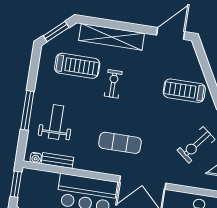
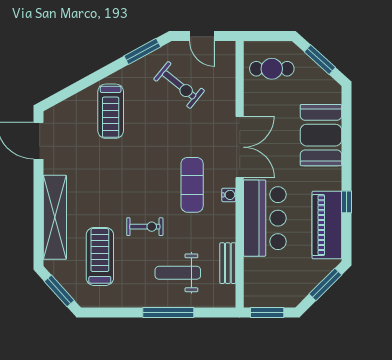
exercise bike: (113, 84) -> (145, 227), moved, turned 180
water cooler: (36, 158) -> (229, 195), moved

